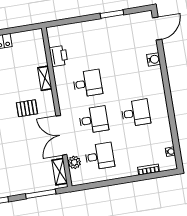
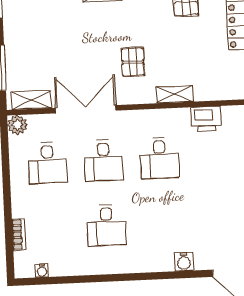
plant: (74, 162) -> (17, 125), moved

